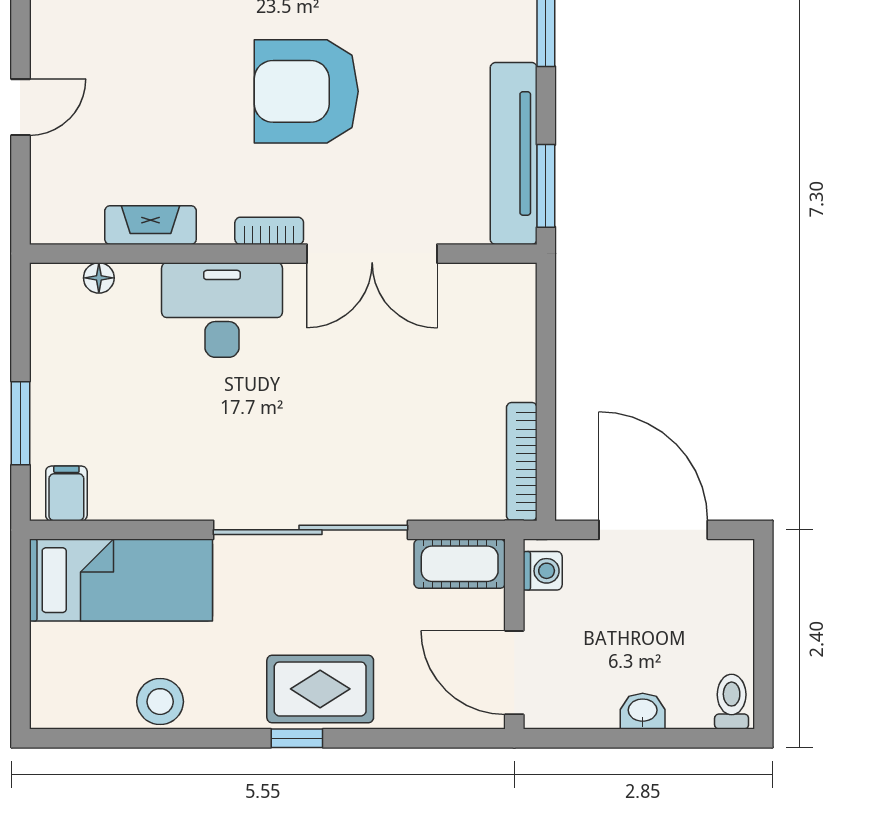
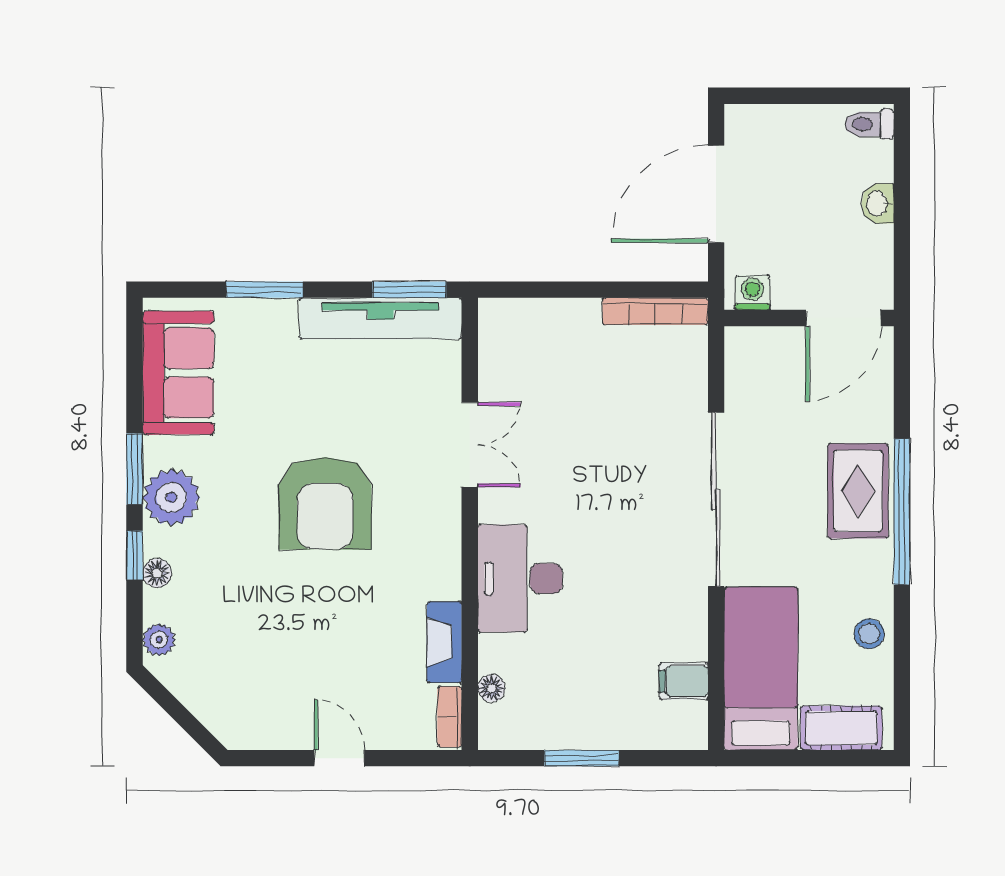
bookcase: (269, 231) -> (449, 717), moved
double door: (372, 254) -> (470, 445), width x0.73
window: (20, 423) -> (582, 758), moved
filing cabinet: (66, 493) -> (684, 681), moved
cot: (460, 564) -> (841, 728), moved, turned 90
stool: (160, 702) -> (869, 634), width x0.73, depth x0.73
window: (297, 738) -> (902, 512), width x3.17

